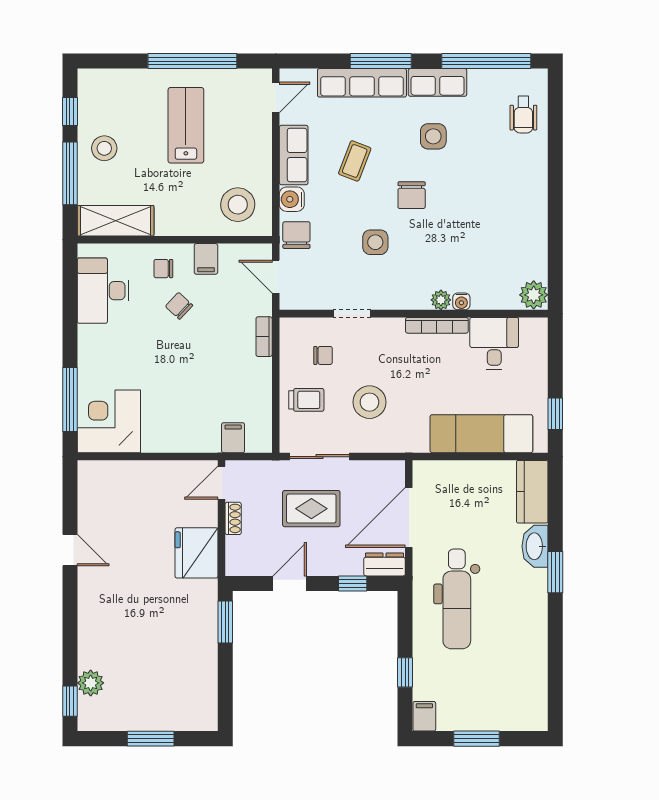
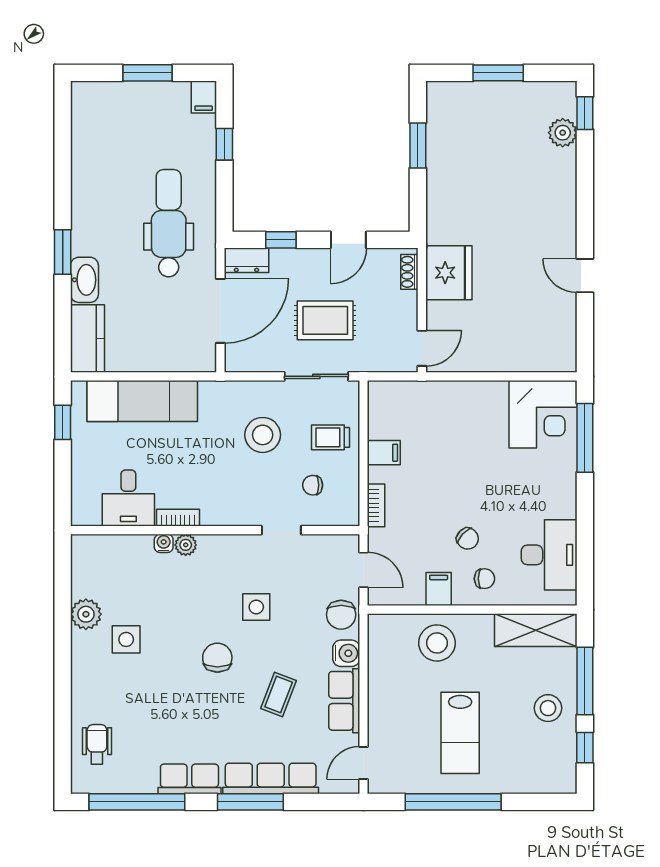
side table: (433, 136) -> (126, 639), moved
stool: (238, 205) -> (437, 643), moved
plant: (534, 295) -> (86, 614), moved
bookcase: (437, 325) -> (178, 518), width x0.64
filing cabinet: (233, 438) -> (384, 453), moved, turned -90
shoe rack: (233, 518) -> (409, 272), moved
window: (225, 622) -> (418, 146), moved

